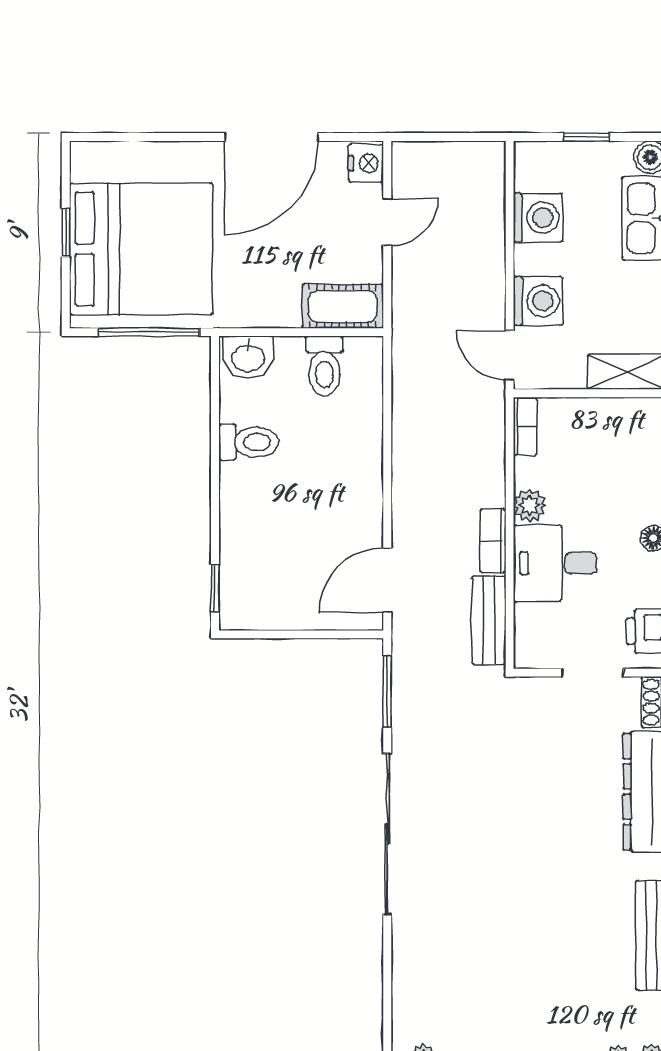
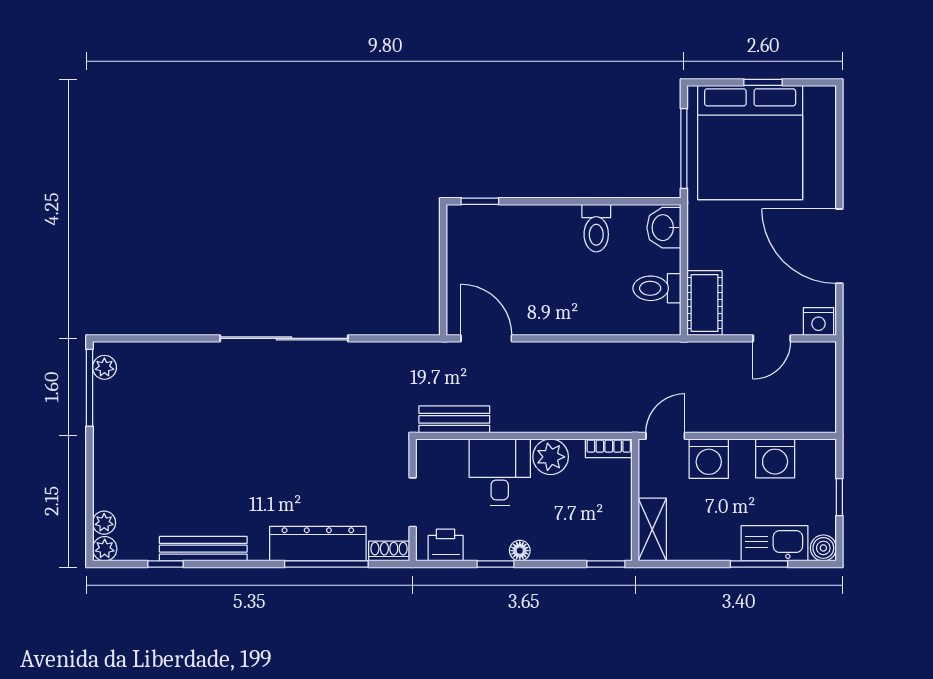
door: (387, 222) -> (772, 338), hinge flipped
plant: (530, 505) -> (551, 457), width x1.38, depth x1.38
bookcase: (493, 541) -> (518, 423), removed
window: (387, 692) -> (397, 338), removed

